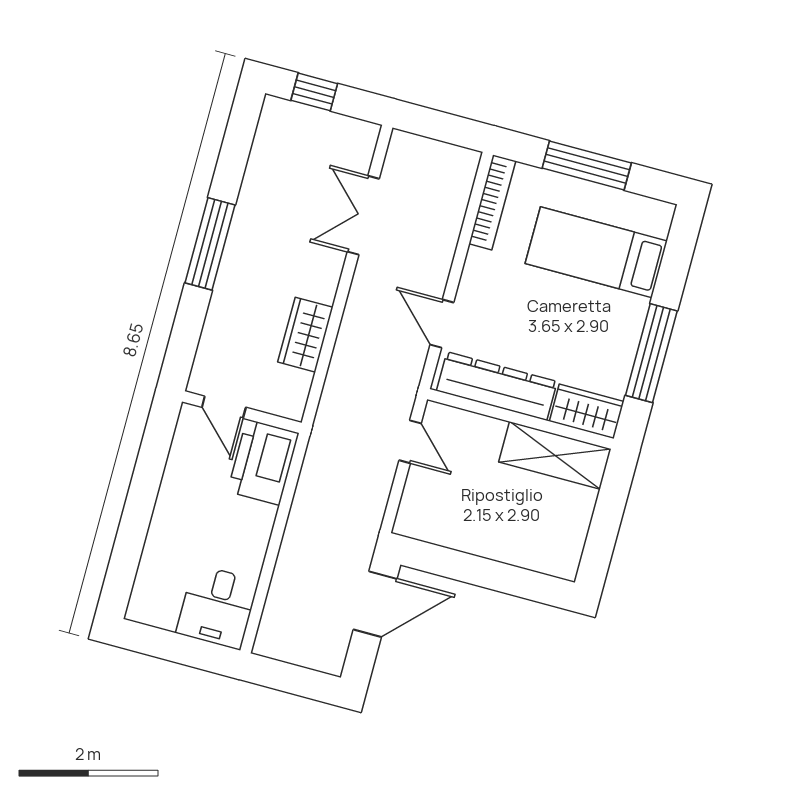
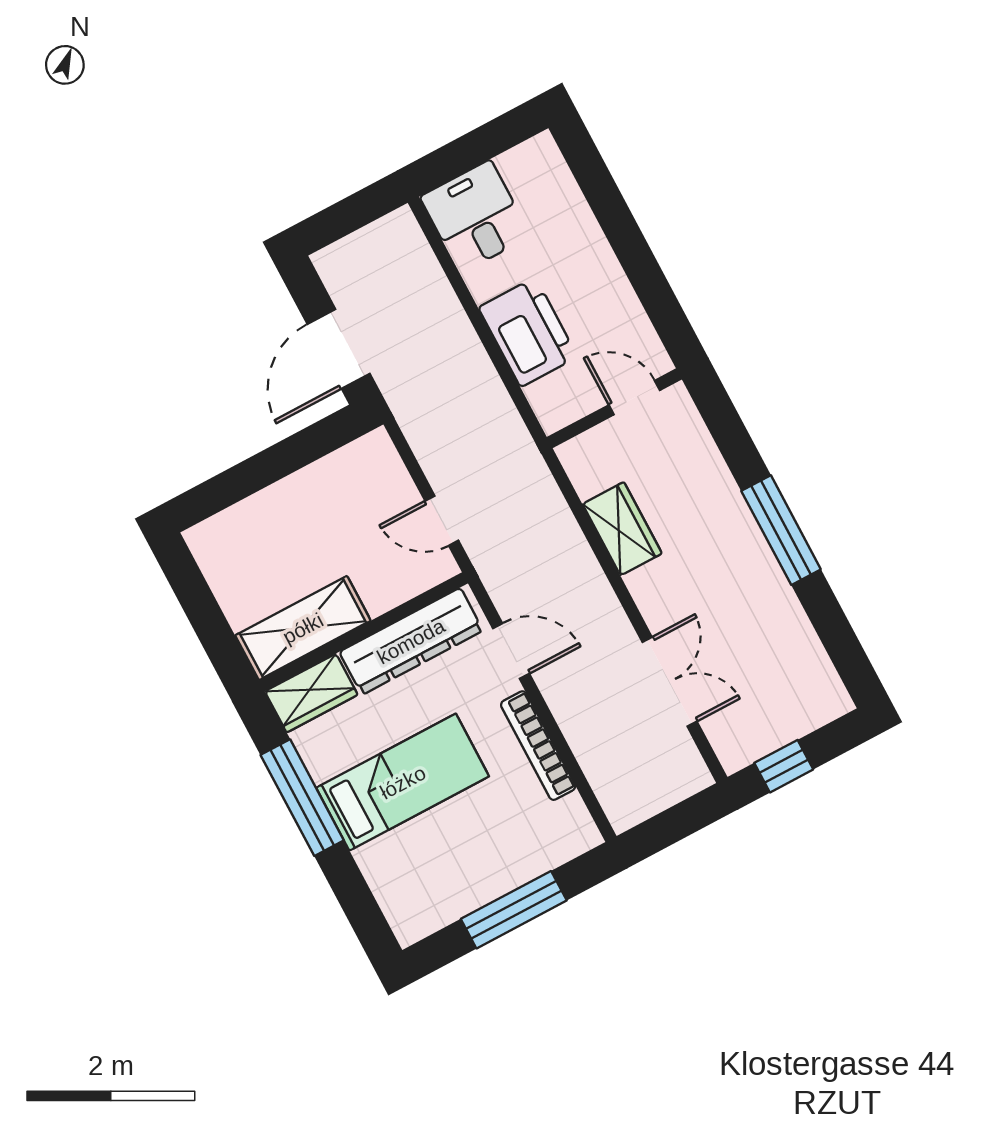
window: (314, 92) -> (784, 766), moved
bookcase: (492, 202) -> (538, 746), moved
bed: (596, 252) -> (403, 782), moved
printer: (263, 462) -> (528, 332), moved

